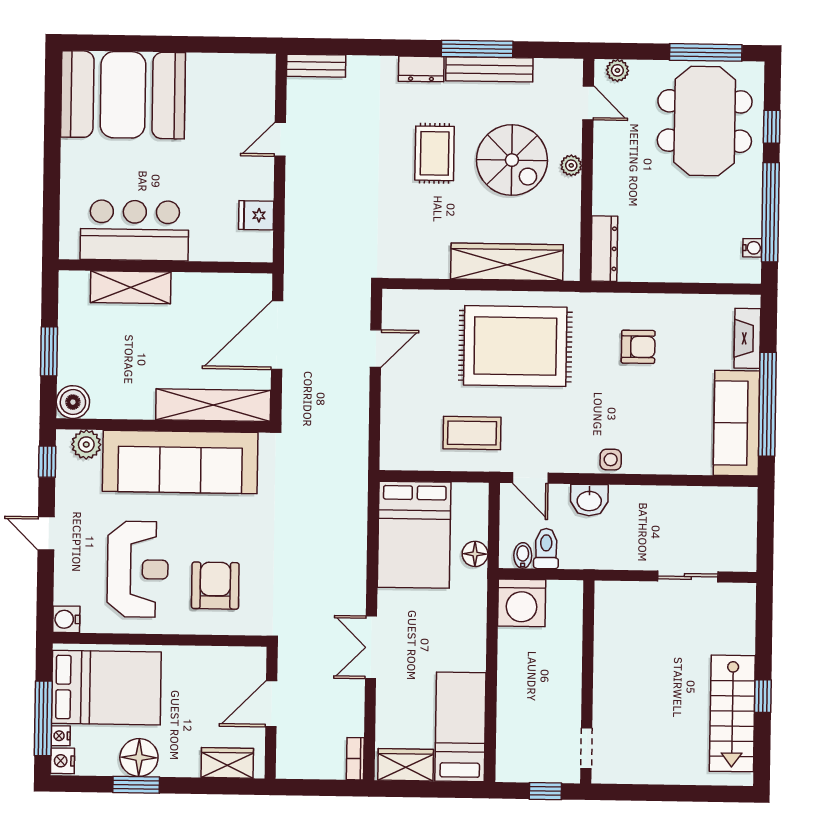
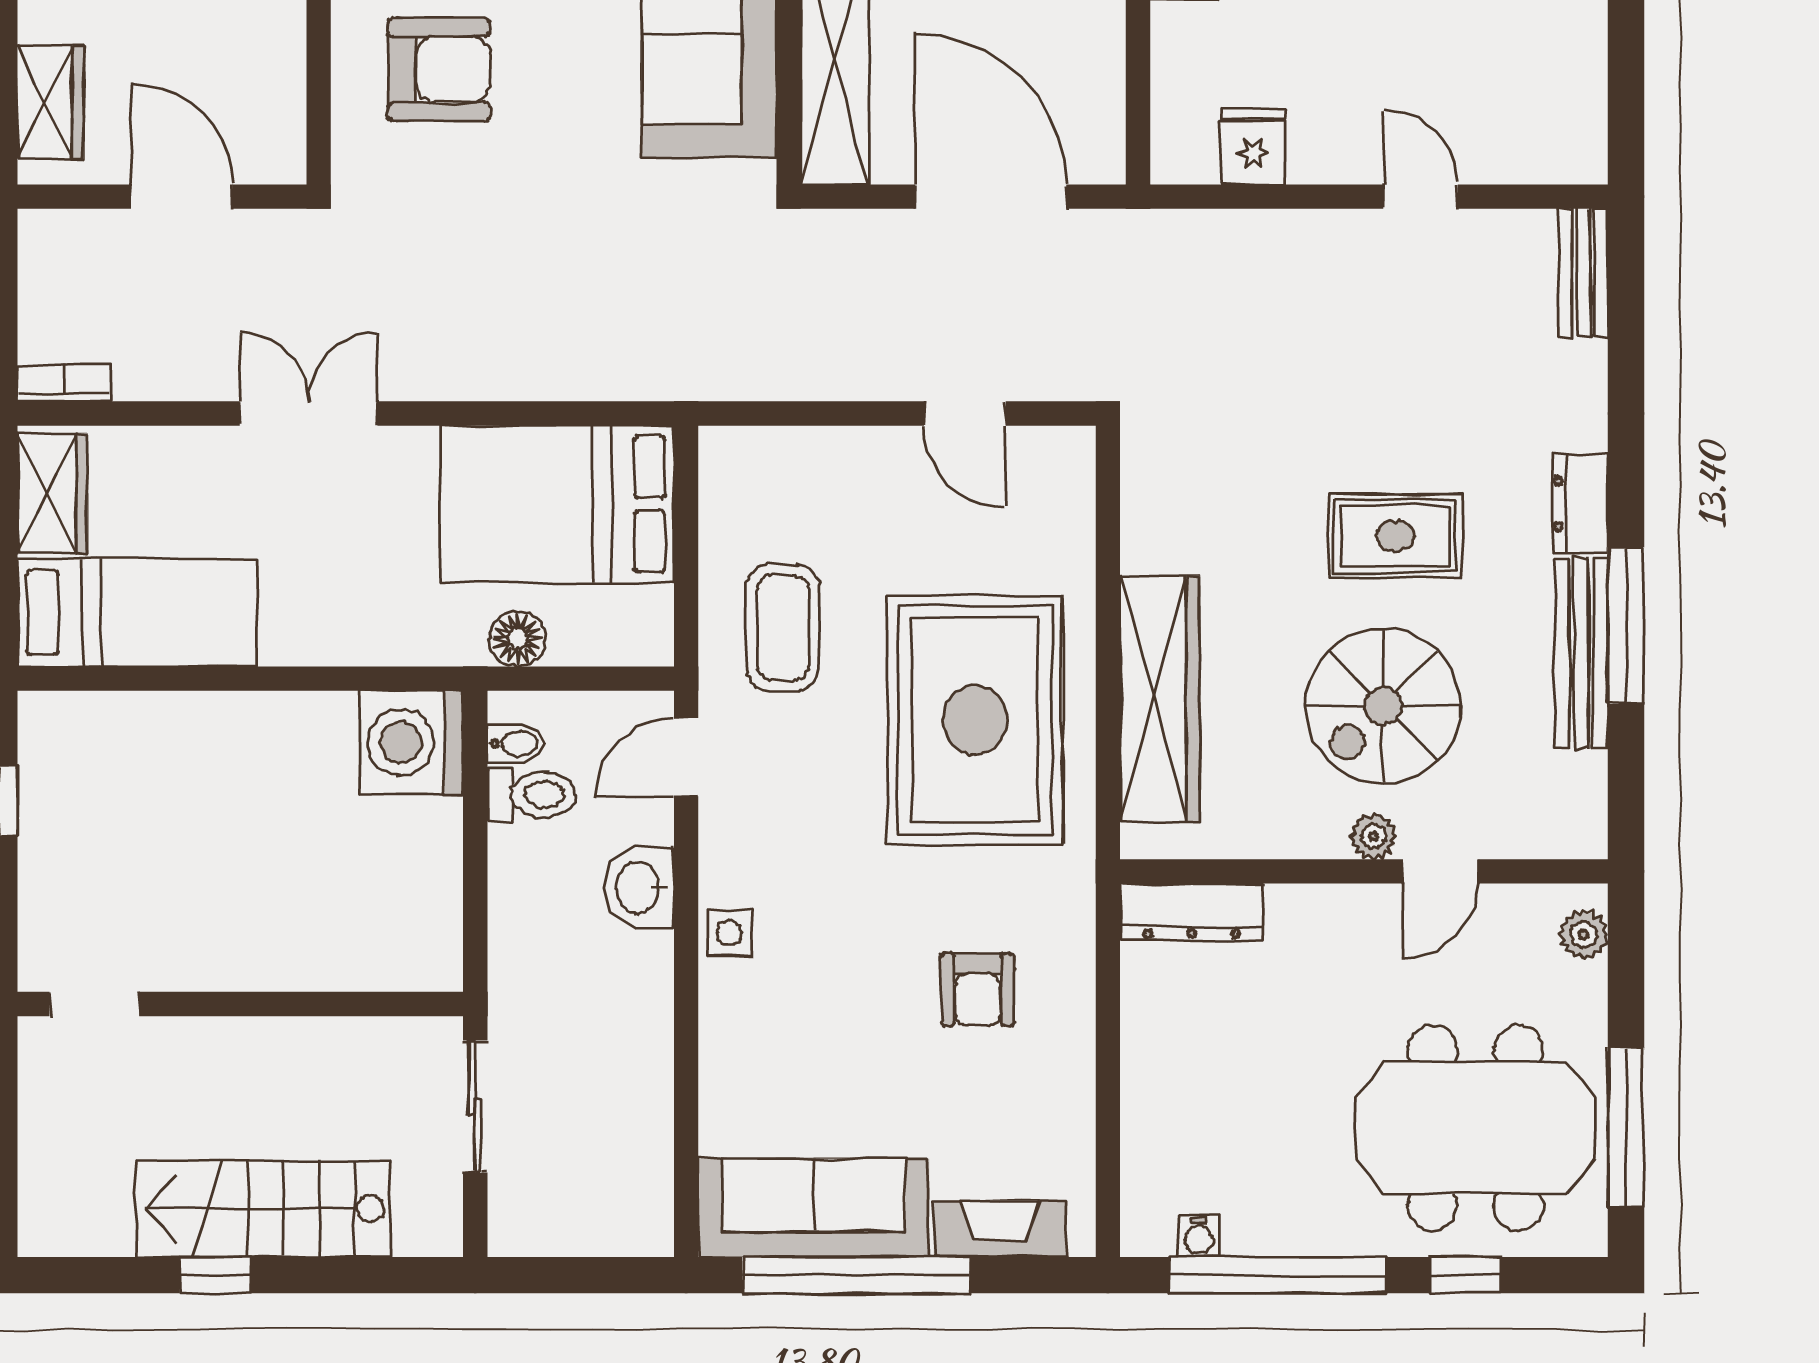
door: (588, 103) -> (1440, 871), moved
wall: (587, 682) -> (240, 1004), moved
stairs: (732, 713) -> (263, 1209), moved
doorway: (586, 748) -> (94, 1004), moved

